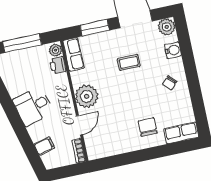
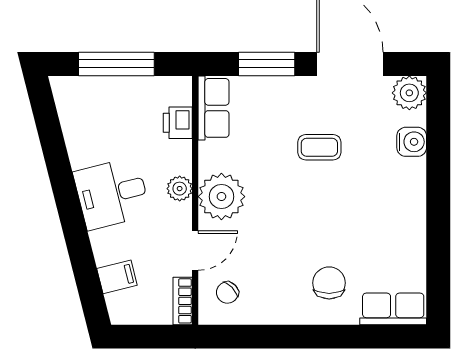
plant: (56, 50) -> (180, 189), moved
chair: (170, 83) -> (227, 293), moved

